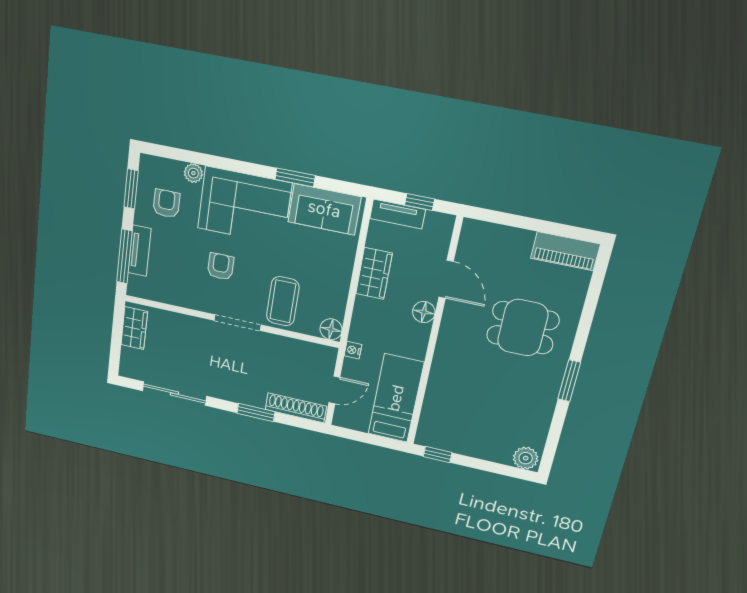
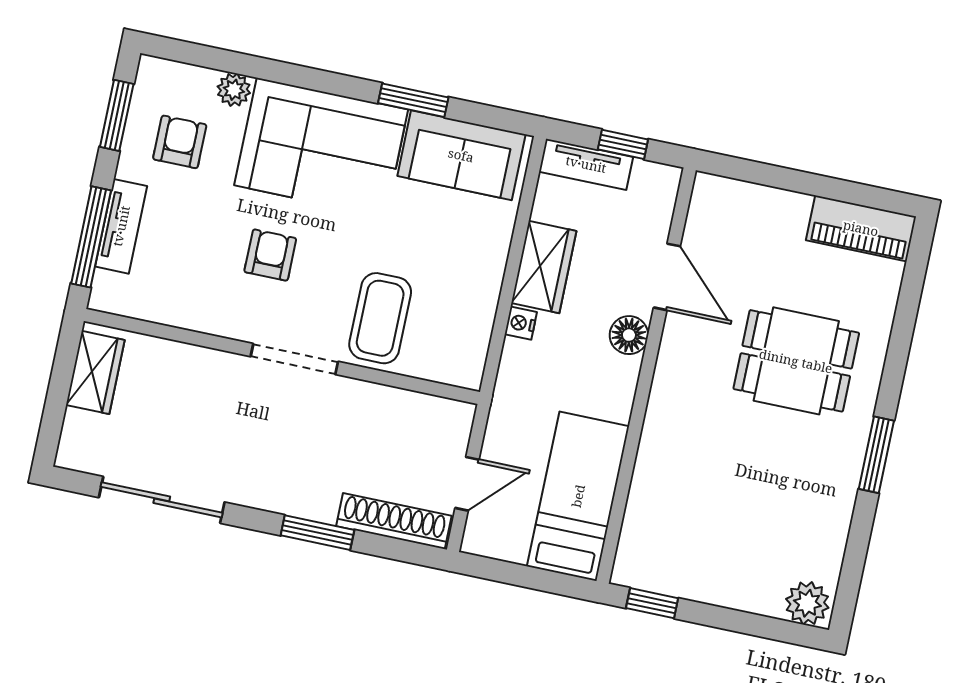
floor lamp: (331, 329) -> (465, 369), removed
nightstand: (353, 350) -> (521, 323), moved

